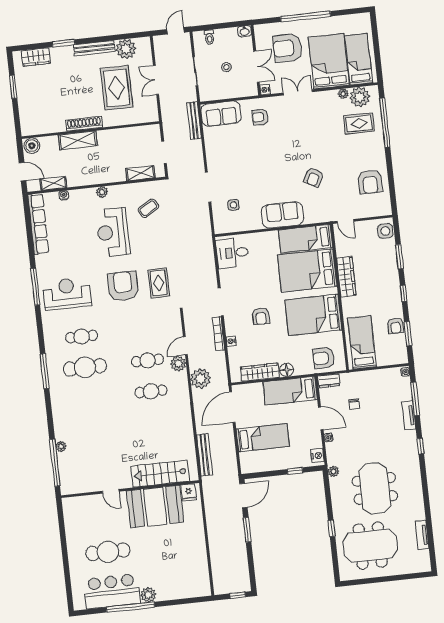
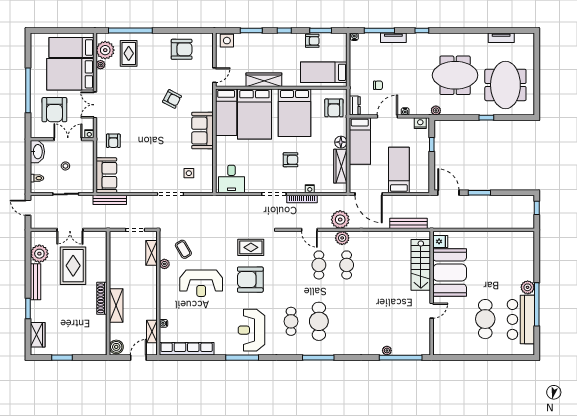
washbasin: (245, 31) -> (37, 152), width x1.91, depth x1.45
rug: (117, 88) -> (73, 266), turned 90
plant: (102, 192) -> (164, 264), moved
plant: (178, 364) -> (342, 238), moved

